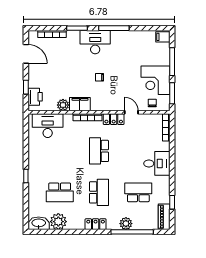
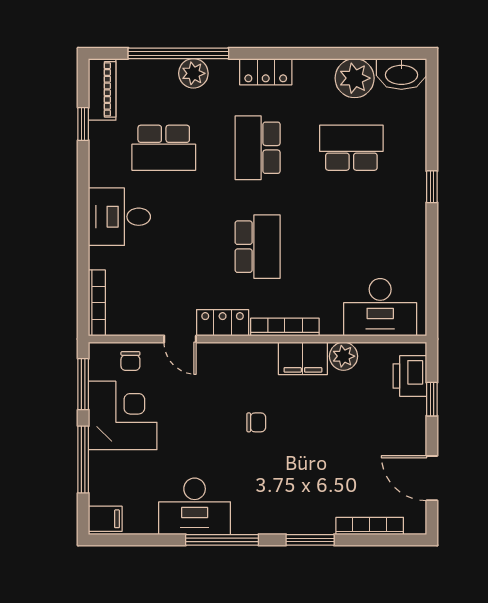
desk: (95, 42) -> (195, 506), moved

